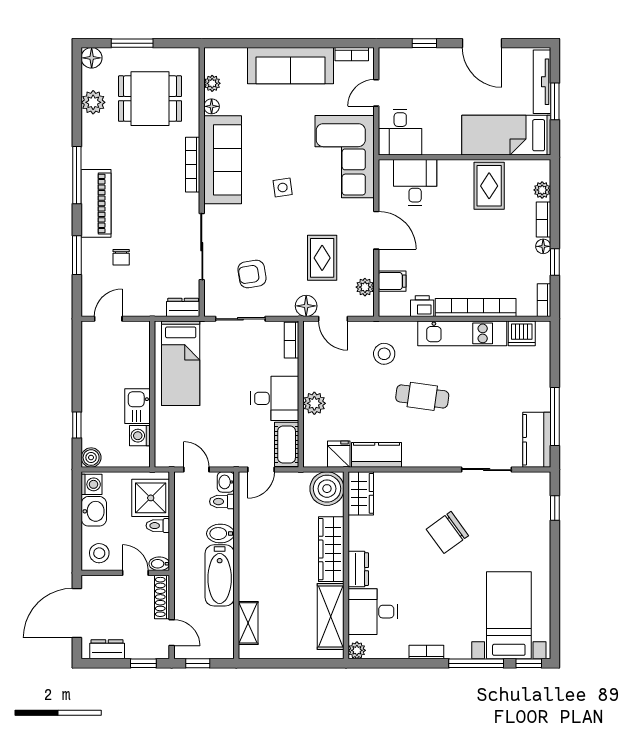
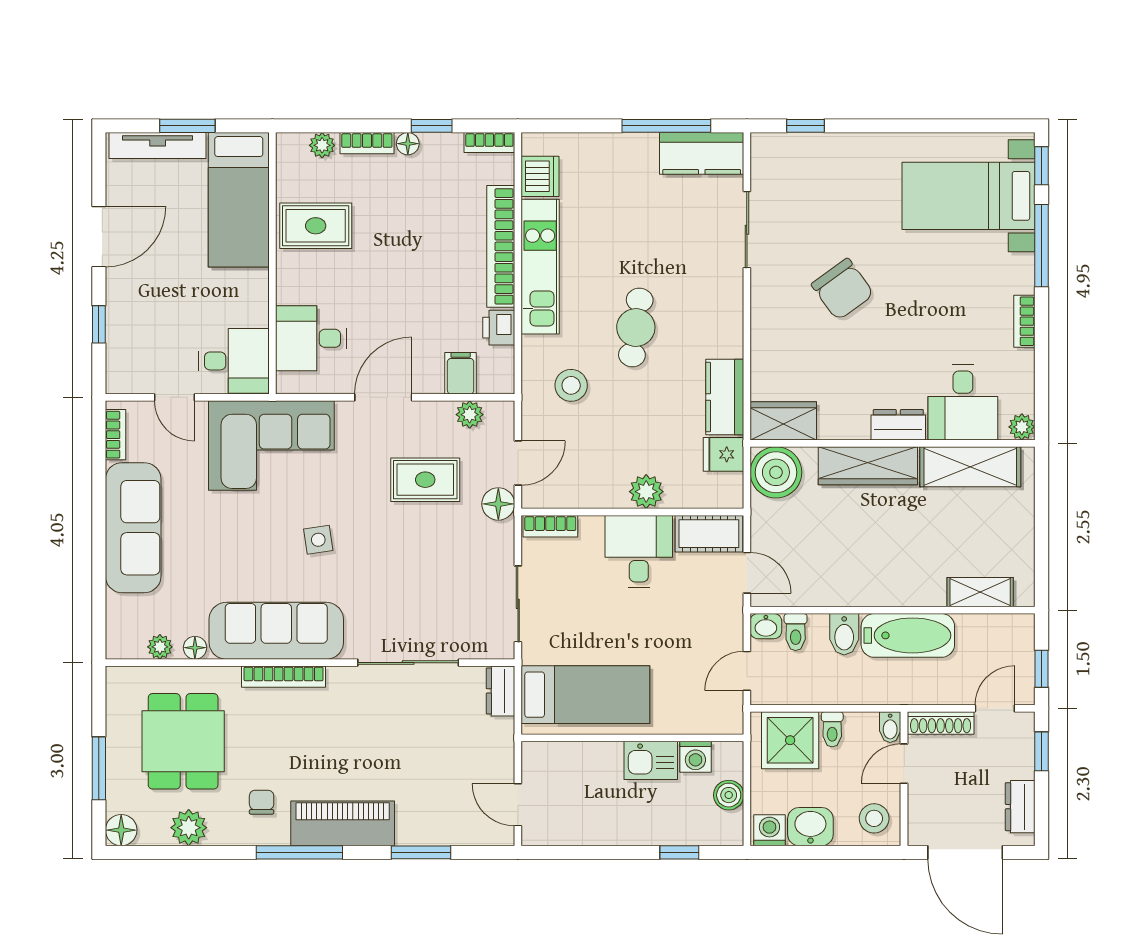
chair: (121, 257) -> (262, 802), moved, turned -90
armchair: (252, 274) -> (450, 586), removed
boiler: (91, 458) -> (729, 795), moved

